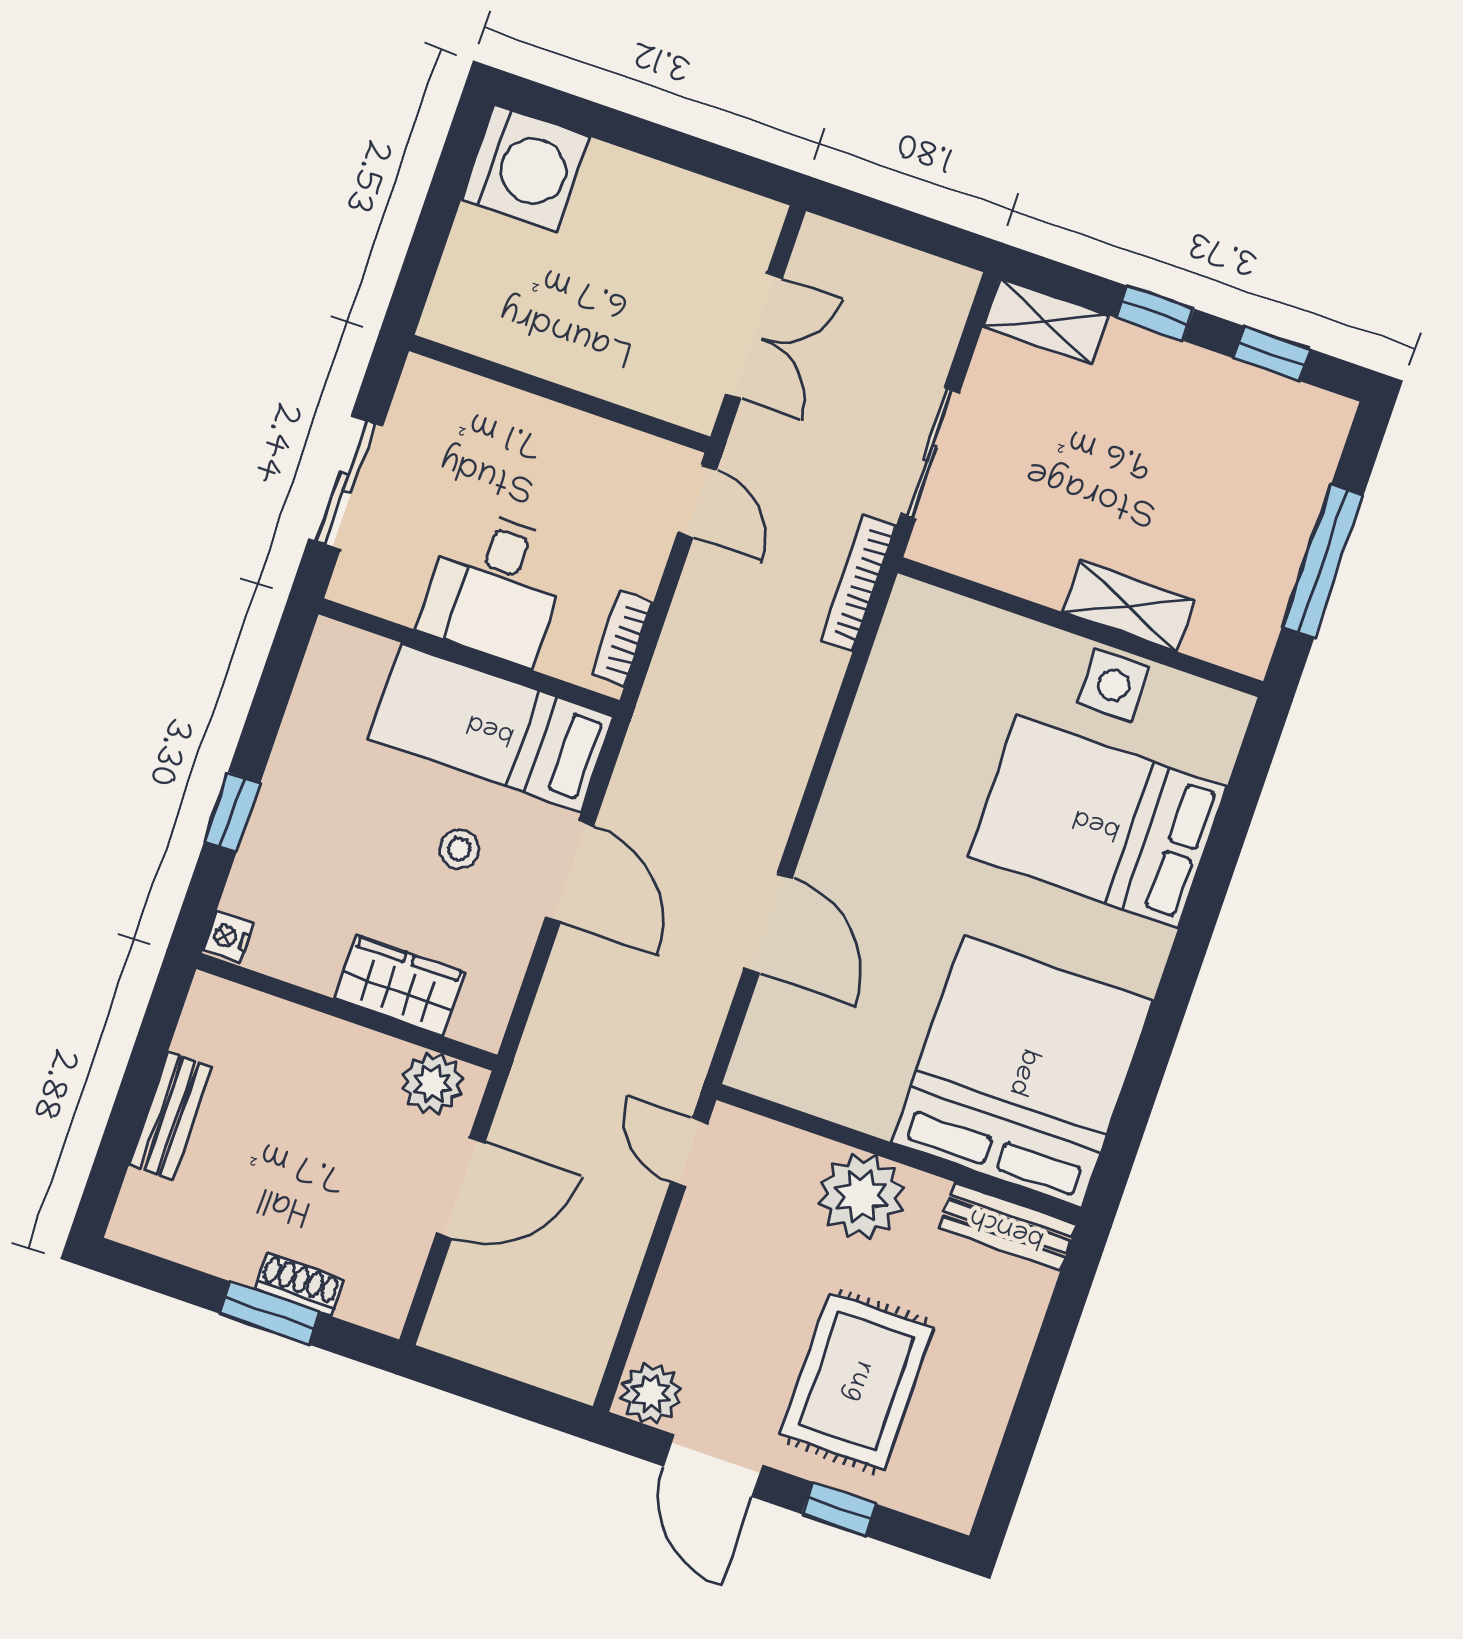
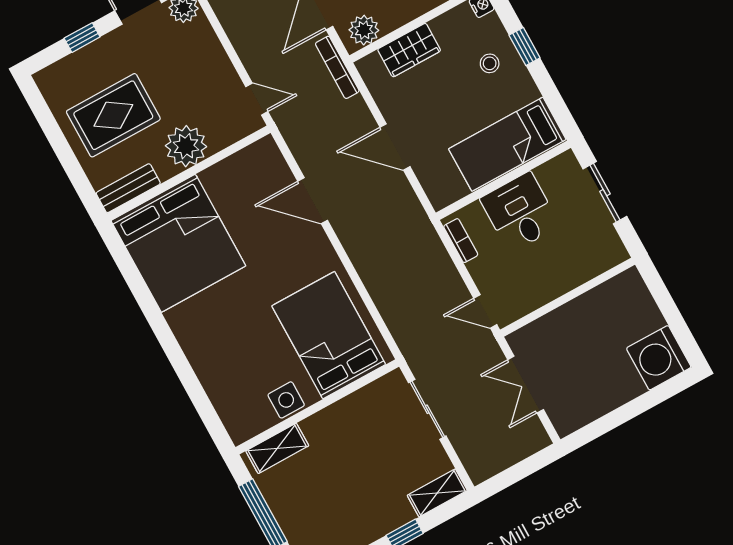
bookcase: (858, 583) -> (337, 67), moved, turned 180
shelving: (1128, 606) -> (277, 448), moved
bed: (491, 727) -> (507, 144), moved, turned 180
bed: (1097, 822) -> (329, 335), moved, turned -90
stool: (459, 849) -> (490, 63), moved
rug: (857, 1381) -> (113, 115), moved, turned 90

